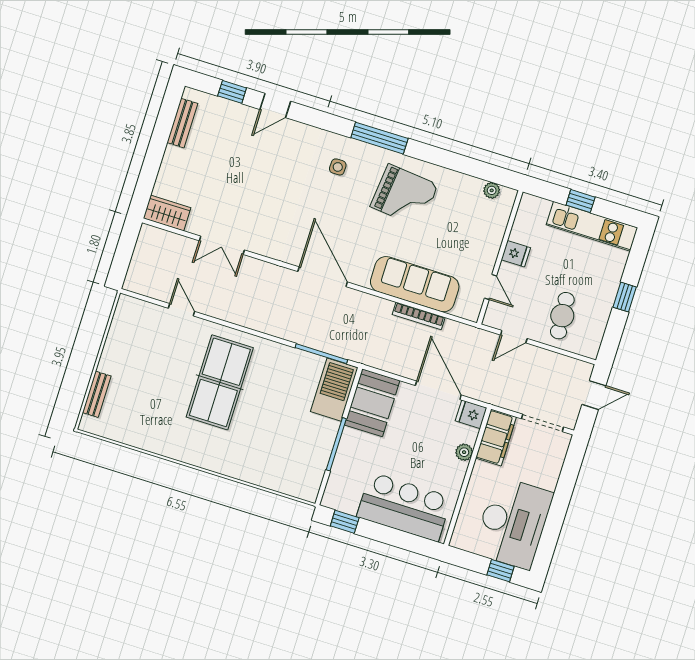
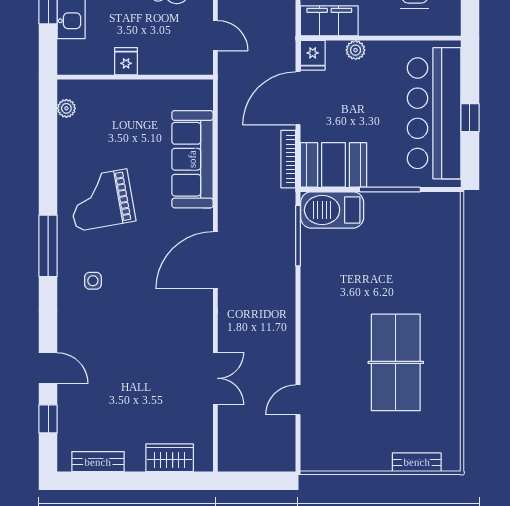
grand piano: (404, 196) -> (101, 200), turned -106
wardrobe: (167, 213) -> (170, 458), moved, turned 90
door: (491, 287) -> (170, 77), removed
bookcase: (419, 316) -> (288, 159), moved, turned 180
table tennis table: (220, 382) -> (396, 362), moved, turned 90
bar counter: (404, 507) -> (434, 113), width x1.36
window: (345, 522) -> (470, 118), moved

